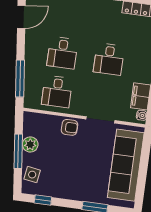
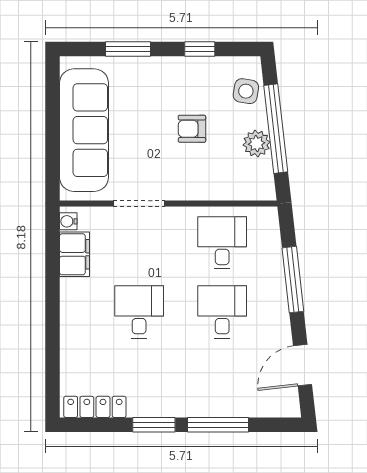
window: (20, 79) -> (293, 280), moved
armchair: (70, 127) -> (192, 129), moved
window: (18, 151) -> (276, 129), width x1.46
window: (43, 200) -> (200, 49), moved

